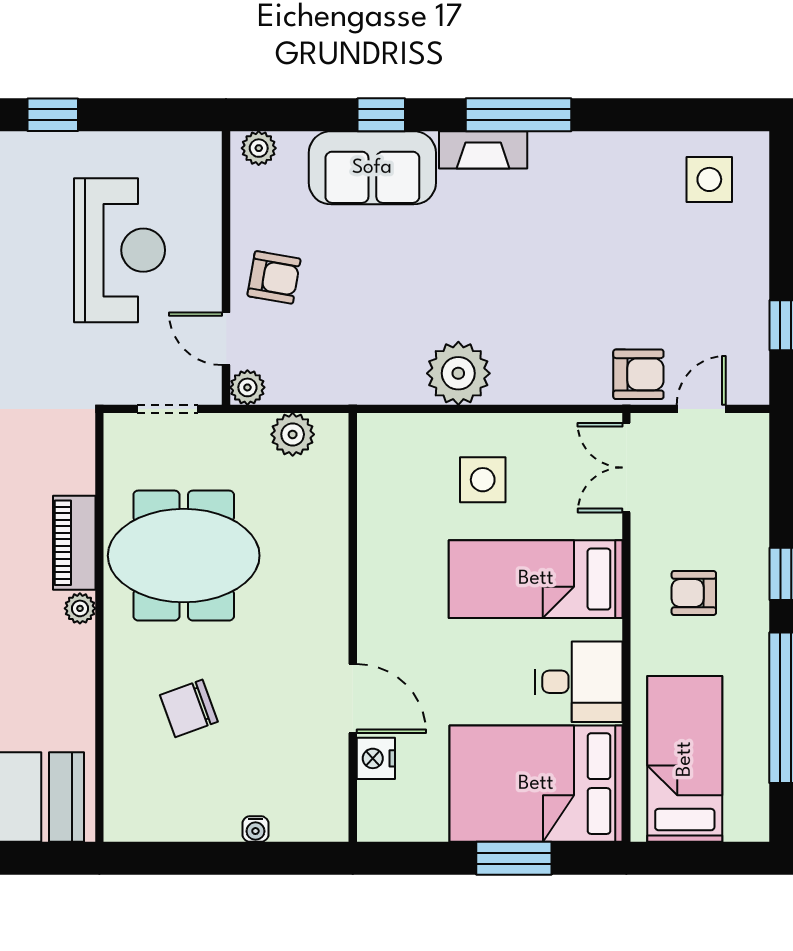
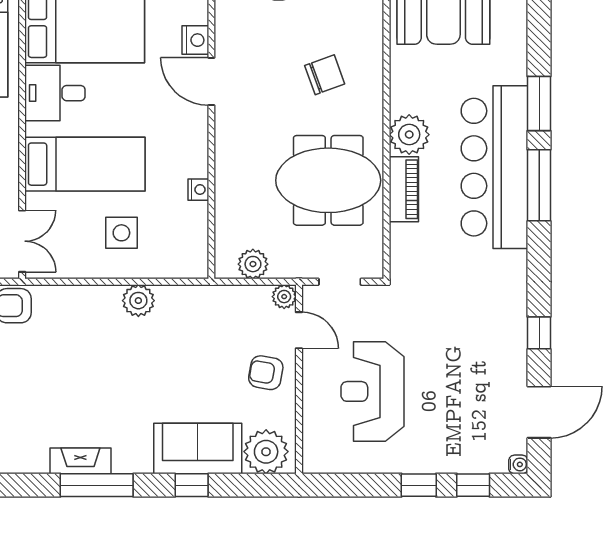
plant: (259, 148) -> (266, 452), width x1.88, depth x1.88
fireplace: (483, 150) -> (80, 461), moved
plant: (458, 373) -> (138, 301), width x0.73, depth x0.73
nightstand: (372, 542) -> (198, 190), added
plant: (80, 608) -> (409, 135), width x1.87, depth x1.87

